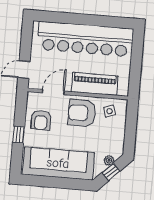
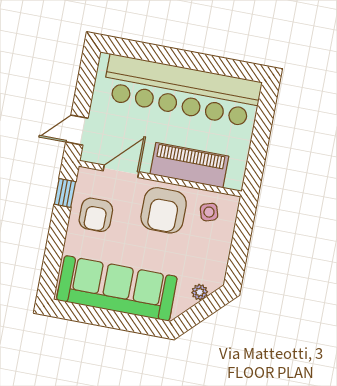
armchair: (82, 113) -> (164, 210), turned -90
window: (19, 135) -> (65, 193), moved
window: (111, 172) -> (201, 311), removed

